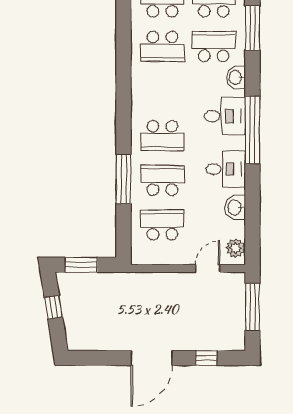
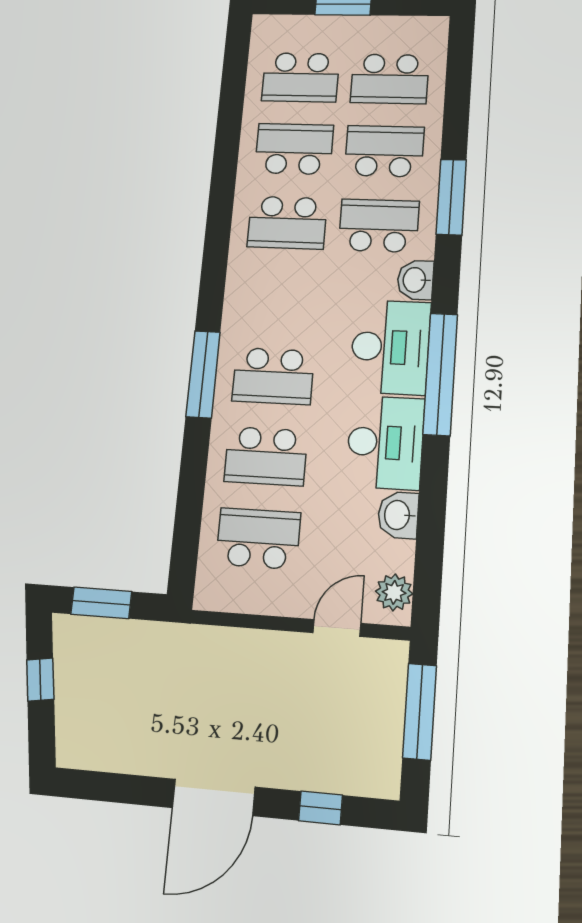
desk: (225, 116) -> (390, 347), width x1.37
desk: (226, 169) -> (385, 442), width x1.37
window: (123, 179) -> (203, 374), moved
school desk: (162, 180) -> (266, 456), turned 180

